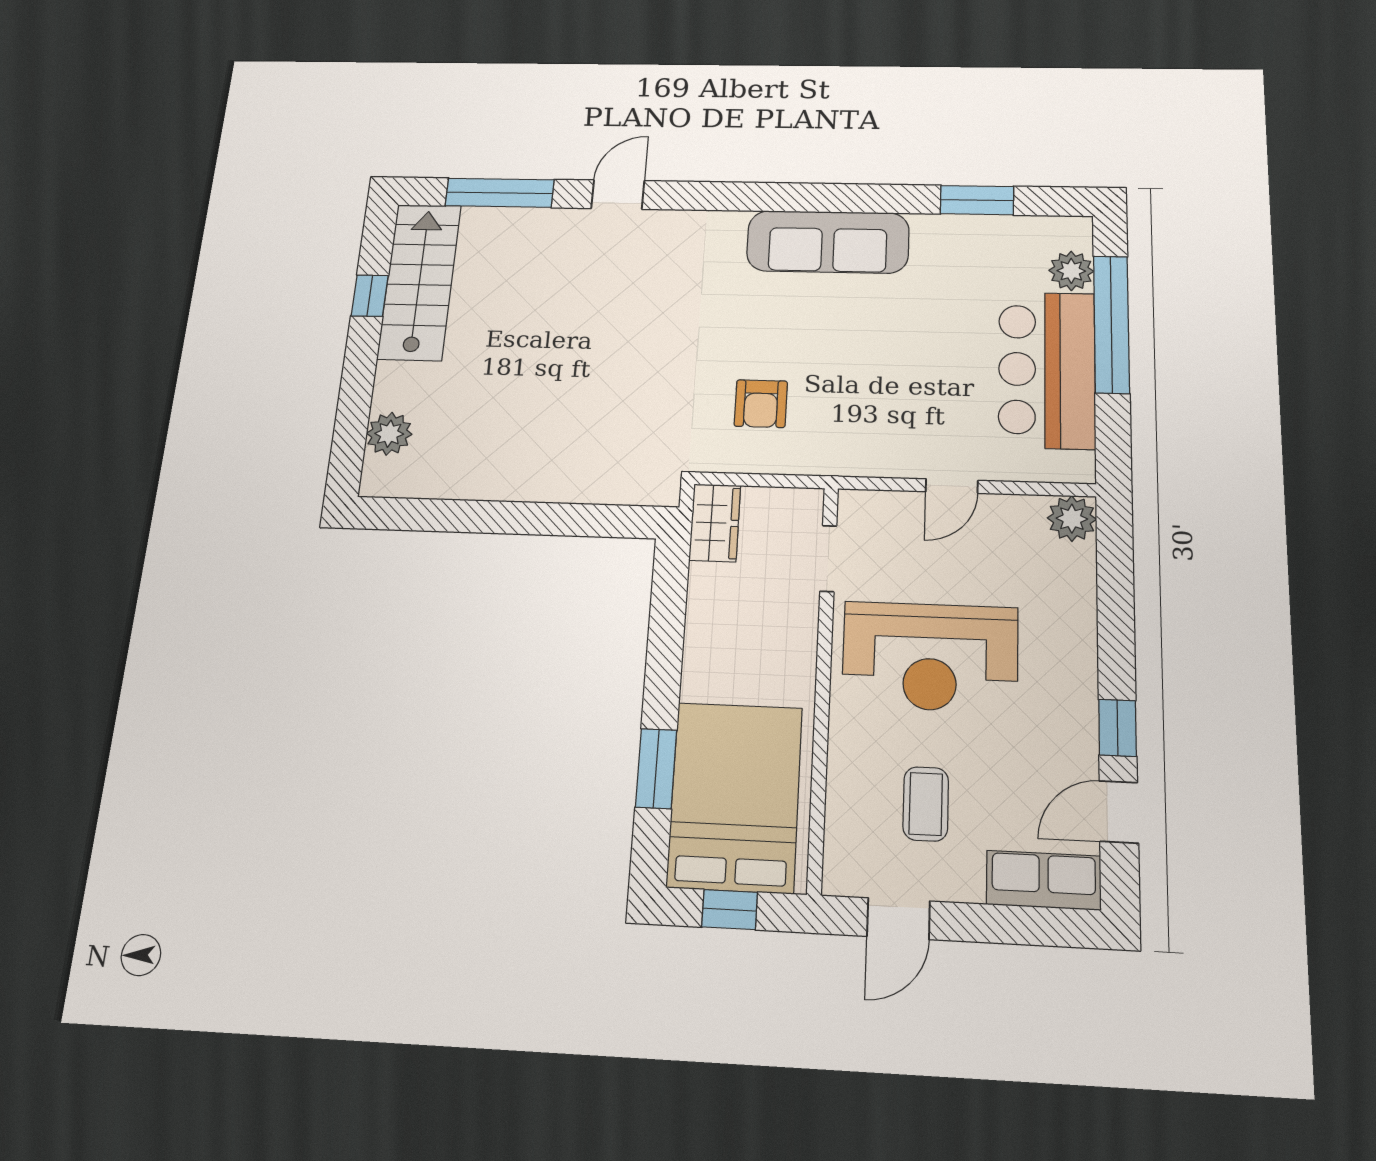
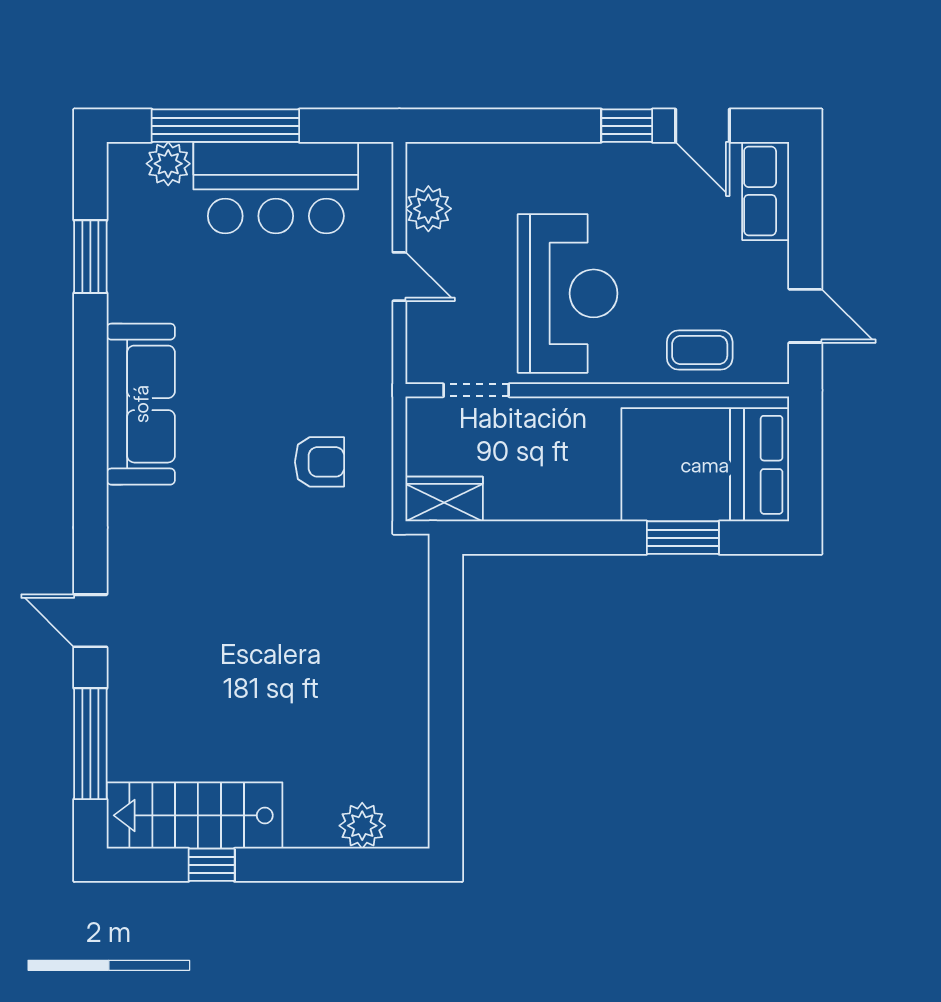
plant: (1072, 519) -> (428, 209), moved
coffee table: (926, 804) -> (700, 350), moved
window: (730, 910) -> (805, 464), removed

